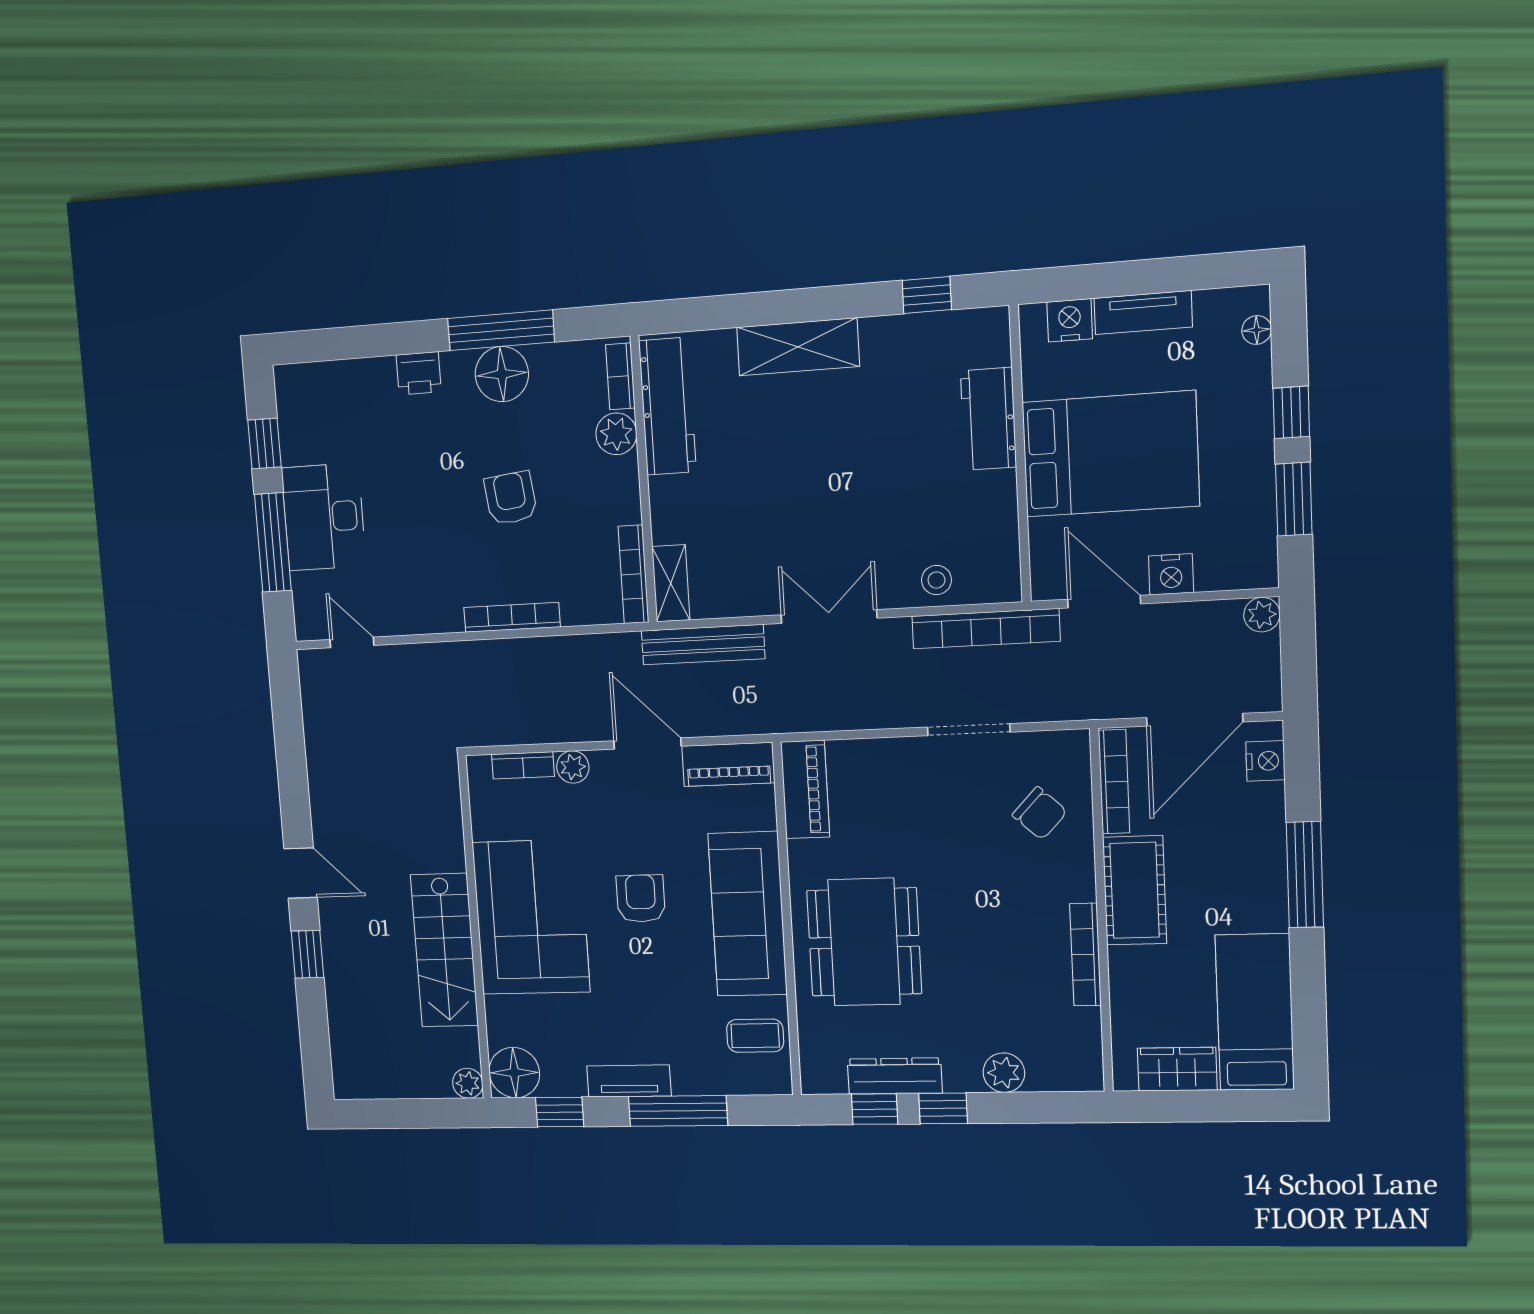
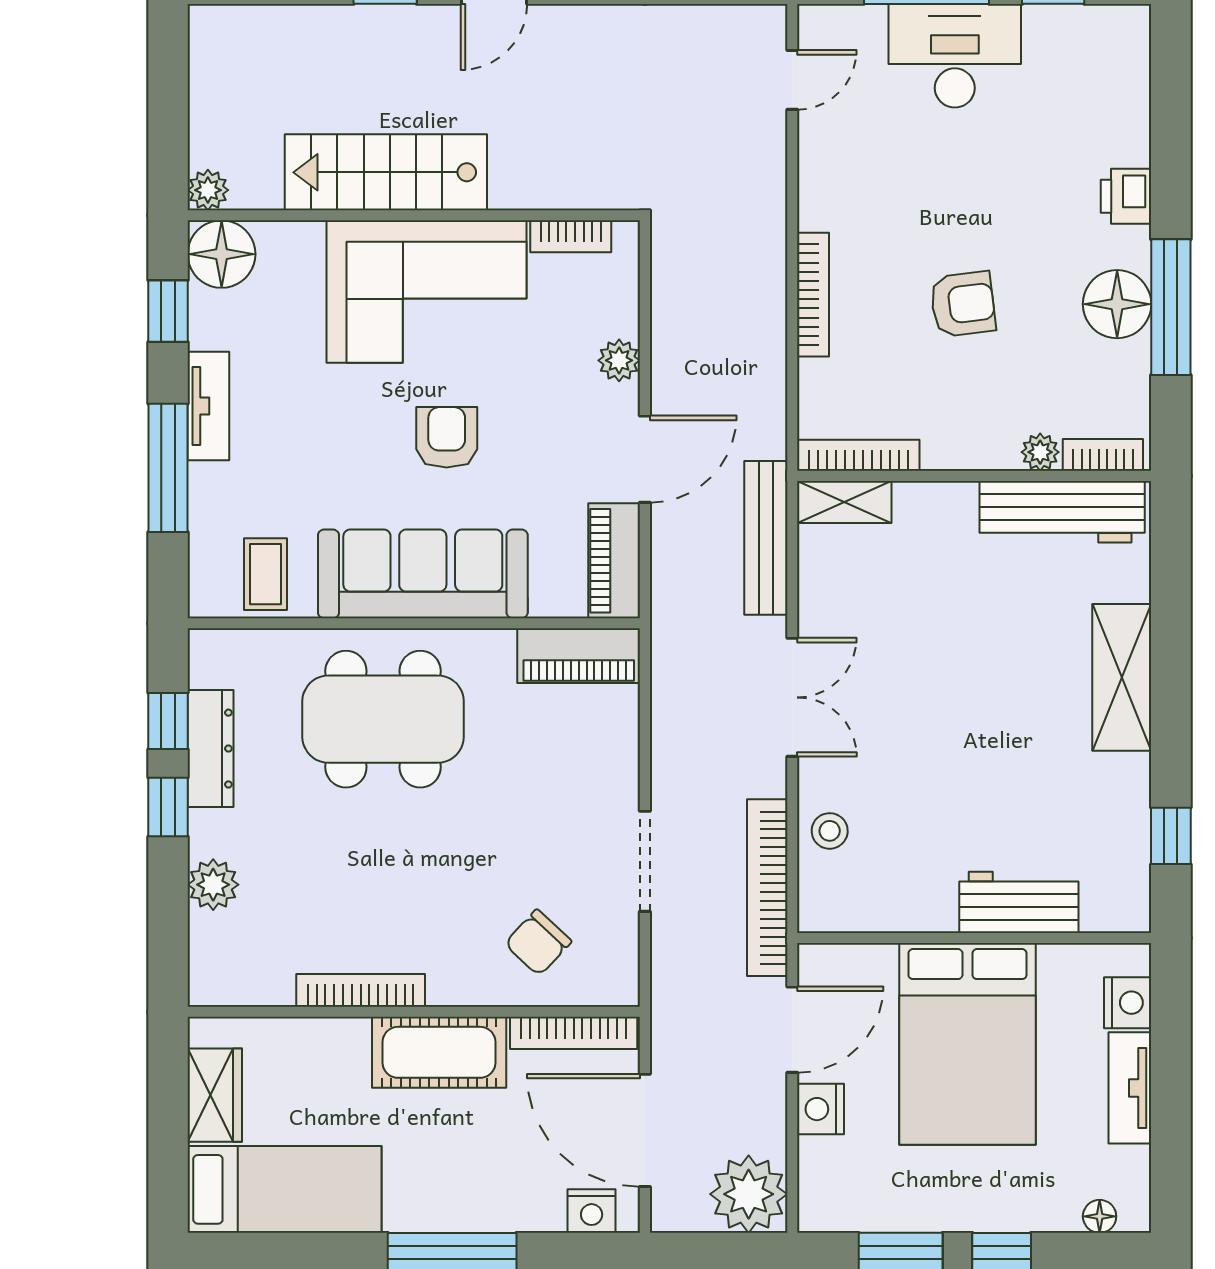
plant: (616, 434) -> (1040, 452), width x0.73, depth x0.73
plant: (1262, 615) -> (749, 1194), width x1.87, depth x1.87
bookcase: (523, 765) -> (571, 236), moved, turned -90
armchair: (641, 899) -> (447, 437), turned -90

